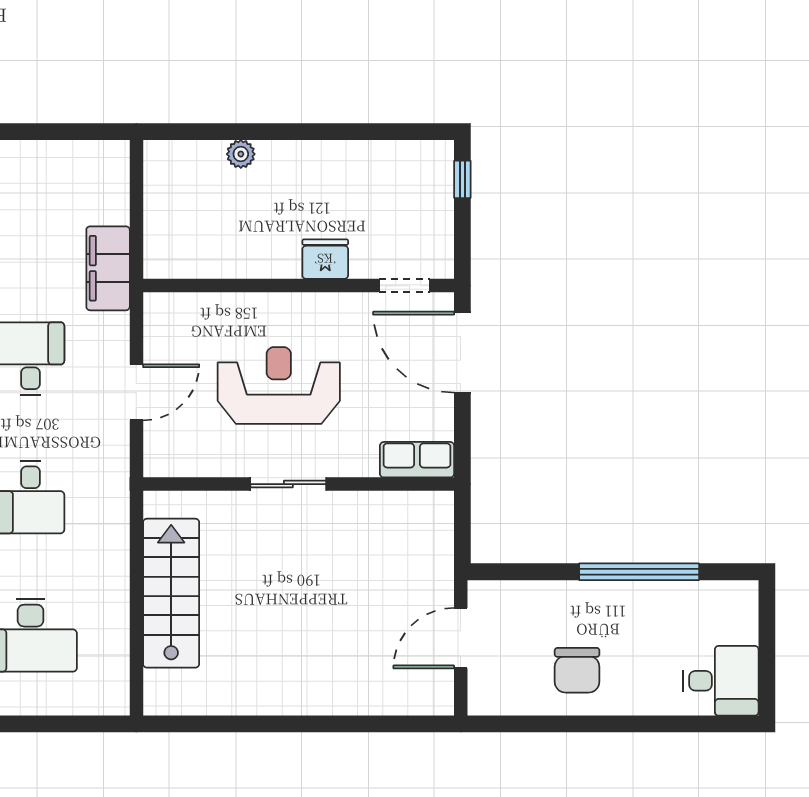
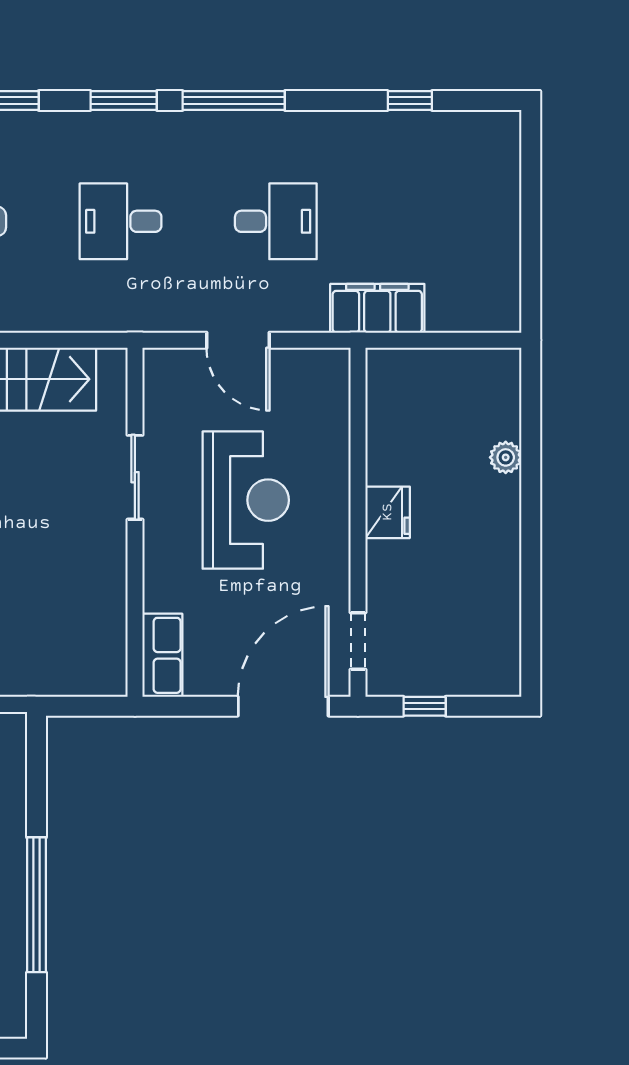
window: (462, 179) -> (425, 706), moved
fridge: (325, 259) -> (388, 512), moved
sliding door: (288, 484) -> (135, 477), moved

